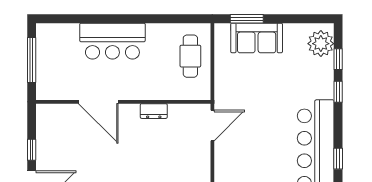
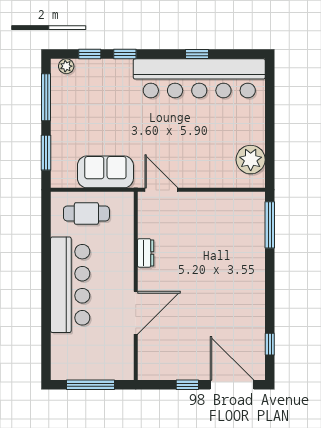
window: (298, 19) -> (46, 97), added
sofa: (257, 38) -> (105, 172), moved, turned -90
bar counter: (112, 41) -> (70, 285), width x1.36
plant: (321, 44) -> (66, 66), width x0.53, depth x0.53

